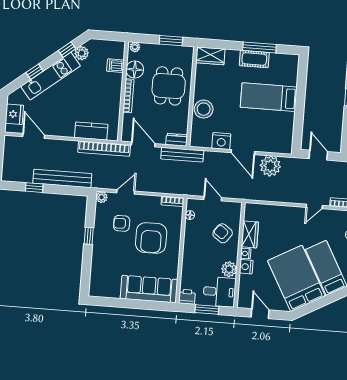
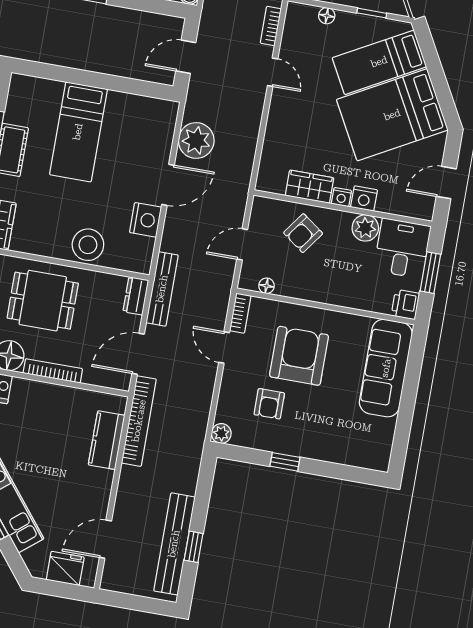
bench: (62, 178) -> (174, 544), moved
door: (126, 192) -> (224, 348), moved
armchair: (151, 238) -> (299, 356), turned -90

